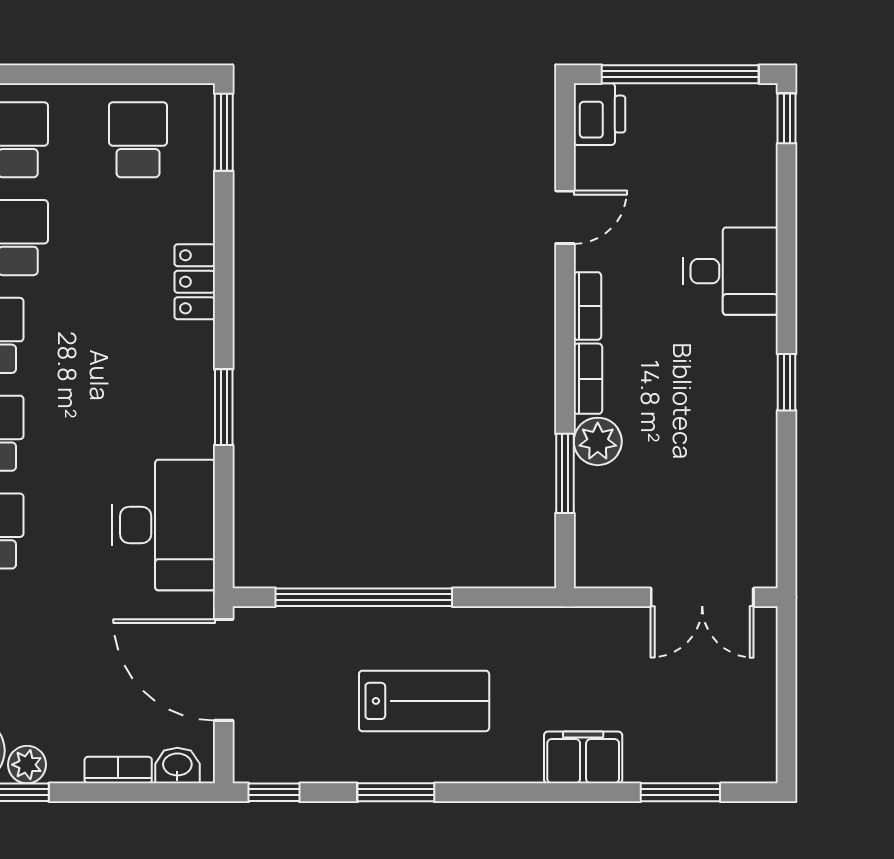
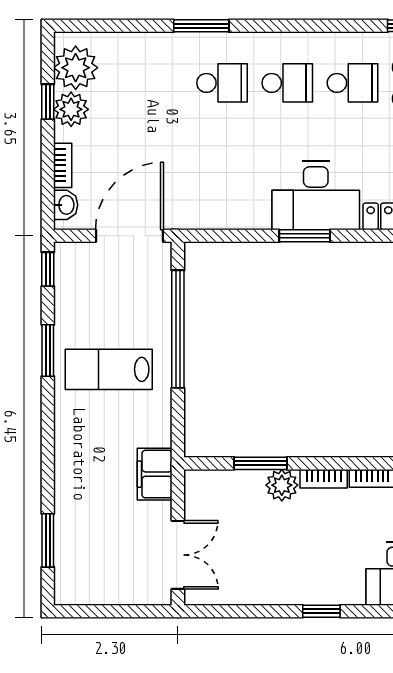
desk: (163, 525) -> (316, 196), moved
double door: (702, 597) -> (178, 555), swing flipped
lab bench: (424, 701) -> (109, 369), turned 90
filing cabinet: (583, 757) -> (155, 474), moved, turned 180
plant: (27, 765) -> (71, 109), width x1.38, depth x1.38

